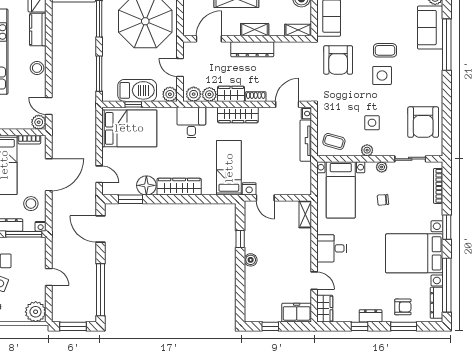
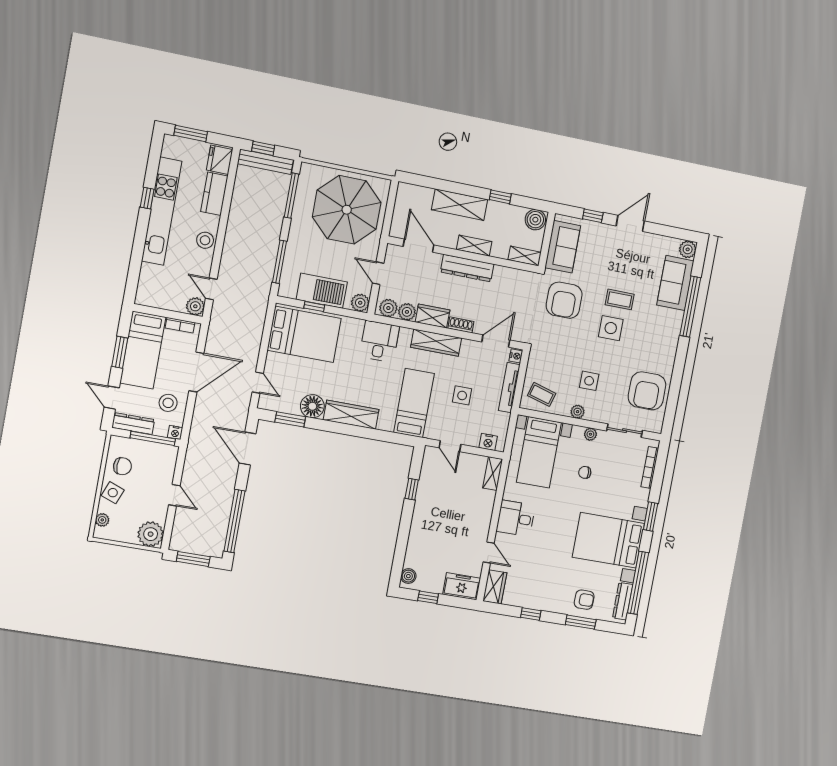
door: (209, 39) -> (419, 246), hinge flipped
side table: (268, 154) -> (462, 395), added
nightstand: (249, 189) -> (488, 442), moved
boiler: (251, 260) -> (408, 576), moved
dresser: (371, 316) -> (546, 604), removed

